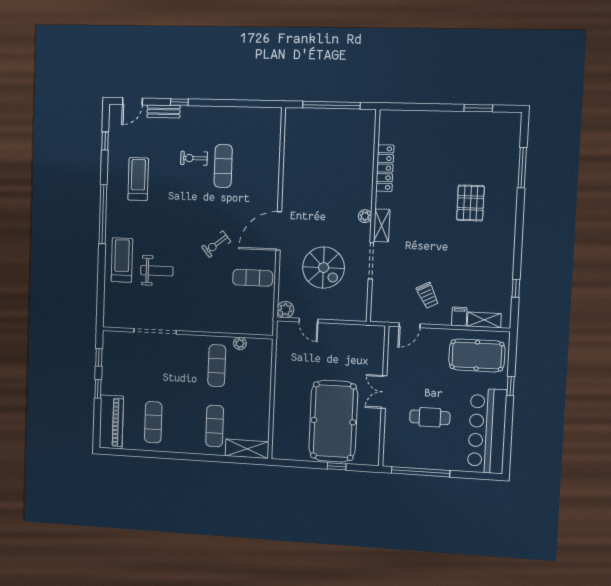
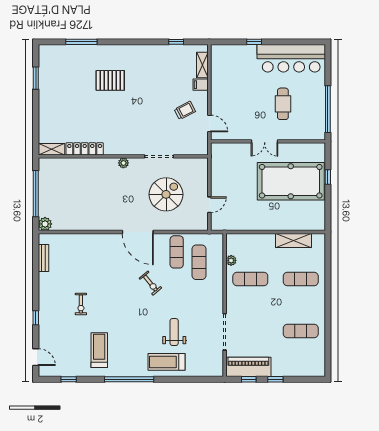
bench: (164, 111) -> (43, 258), moved
exercise mat: (223, 166) -> (199, 262), moved, turned 90
treadmill: (138, 179) -> (99, 350), turned 90
shelving: (382, 225) -> (51, 149), moved
plant: (285, 310) -> (45, 224), moved
pool table: (477, 355) -> (231, 69), removed
piano: (111, 422) -> (248, 367), moved
shelving: (247, 449) -> (294, 240), moved, turned 90

